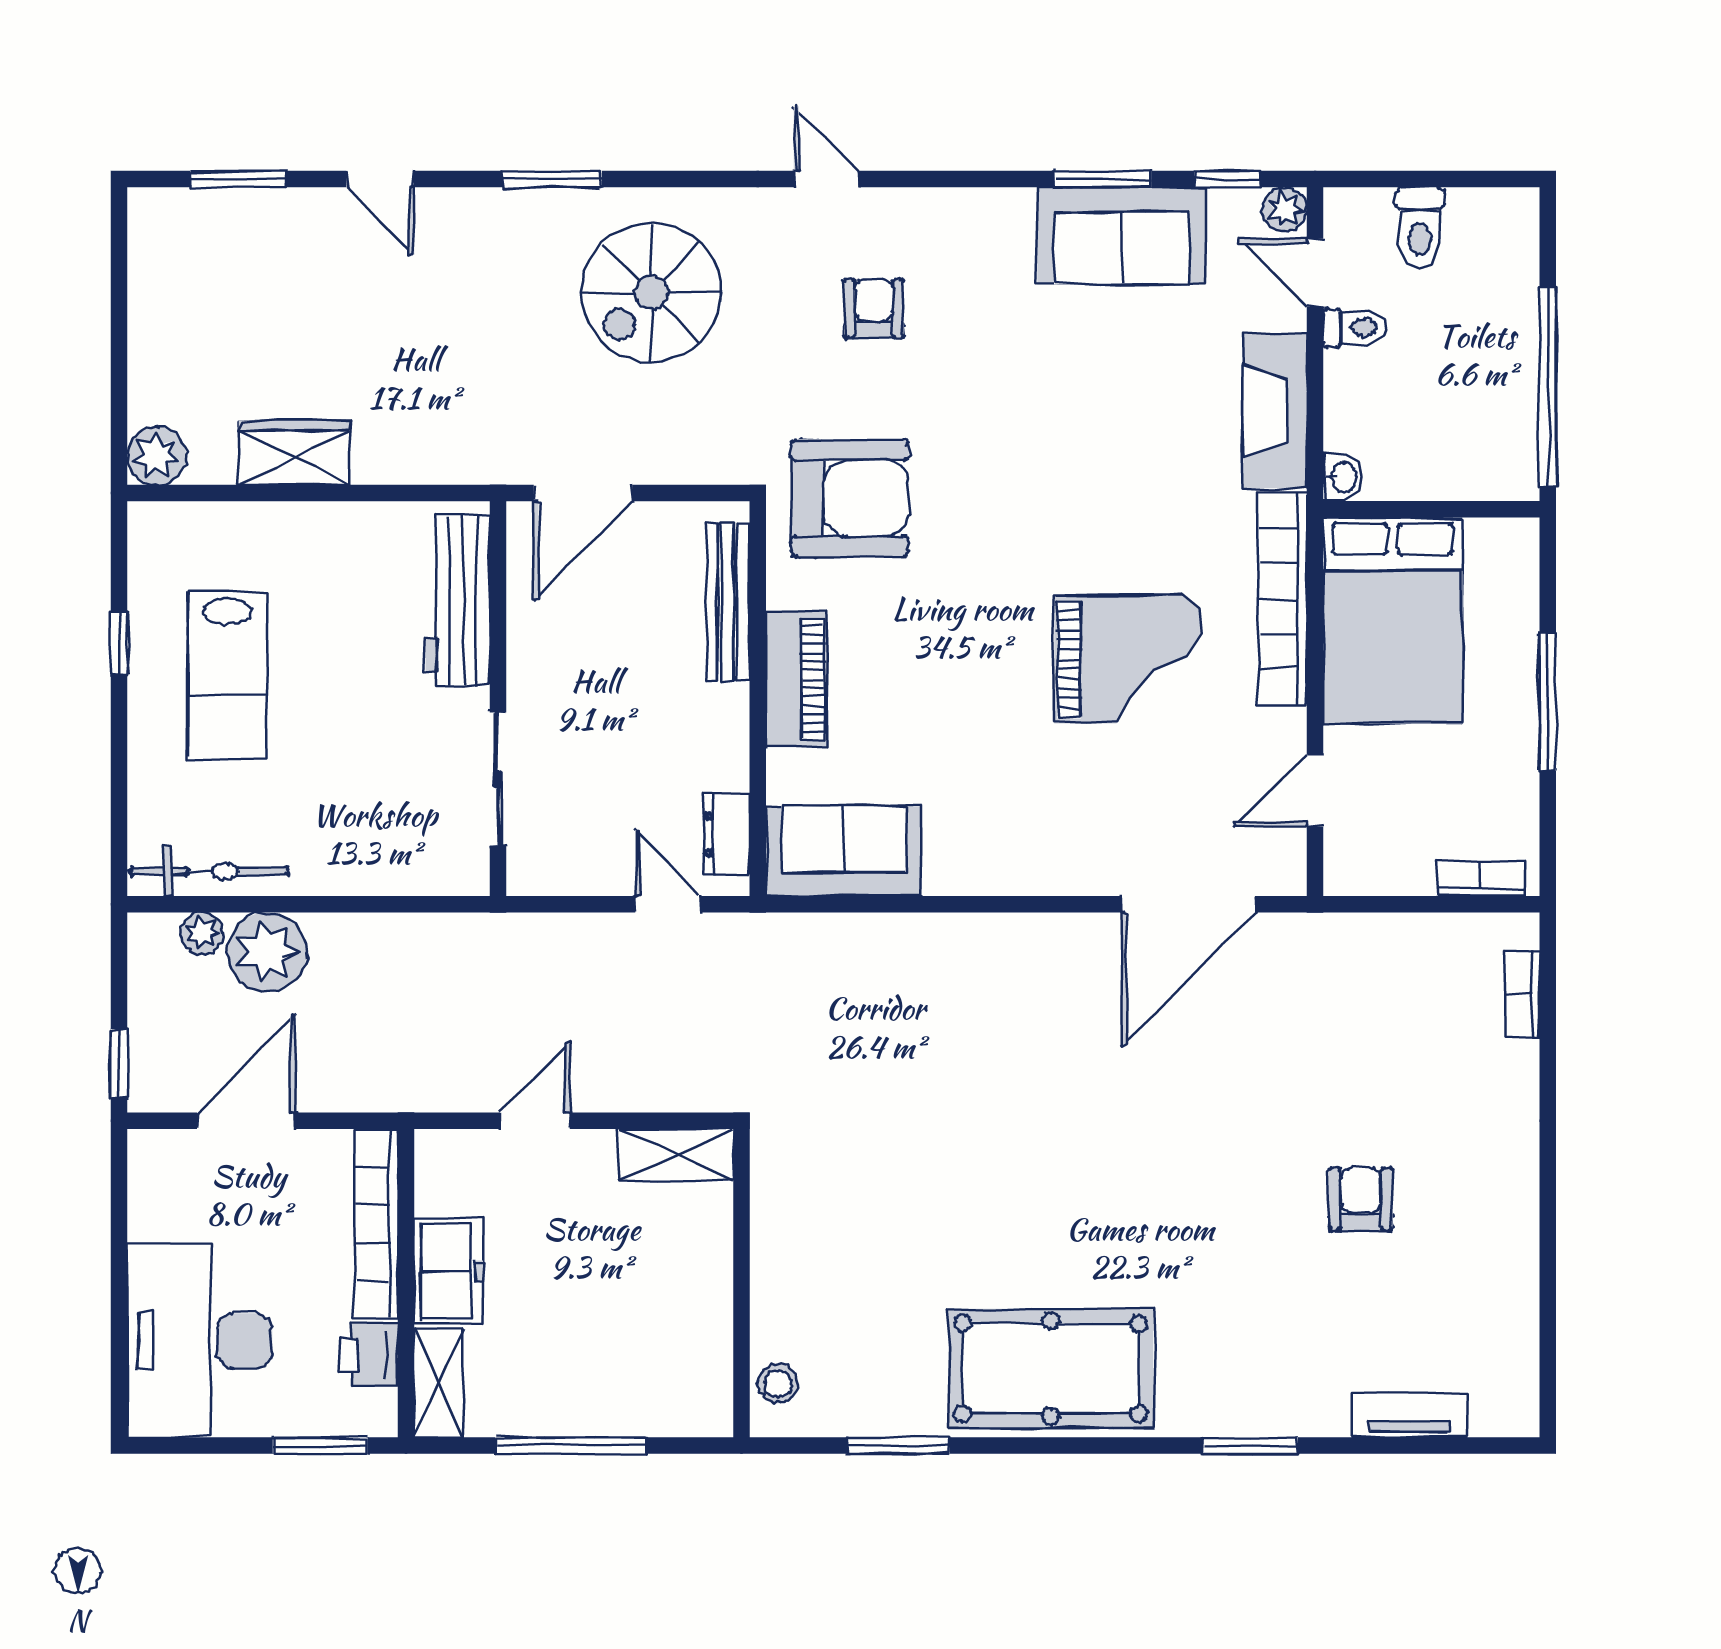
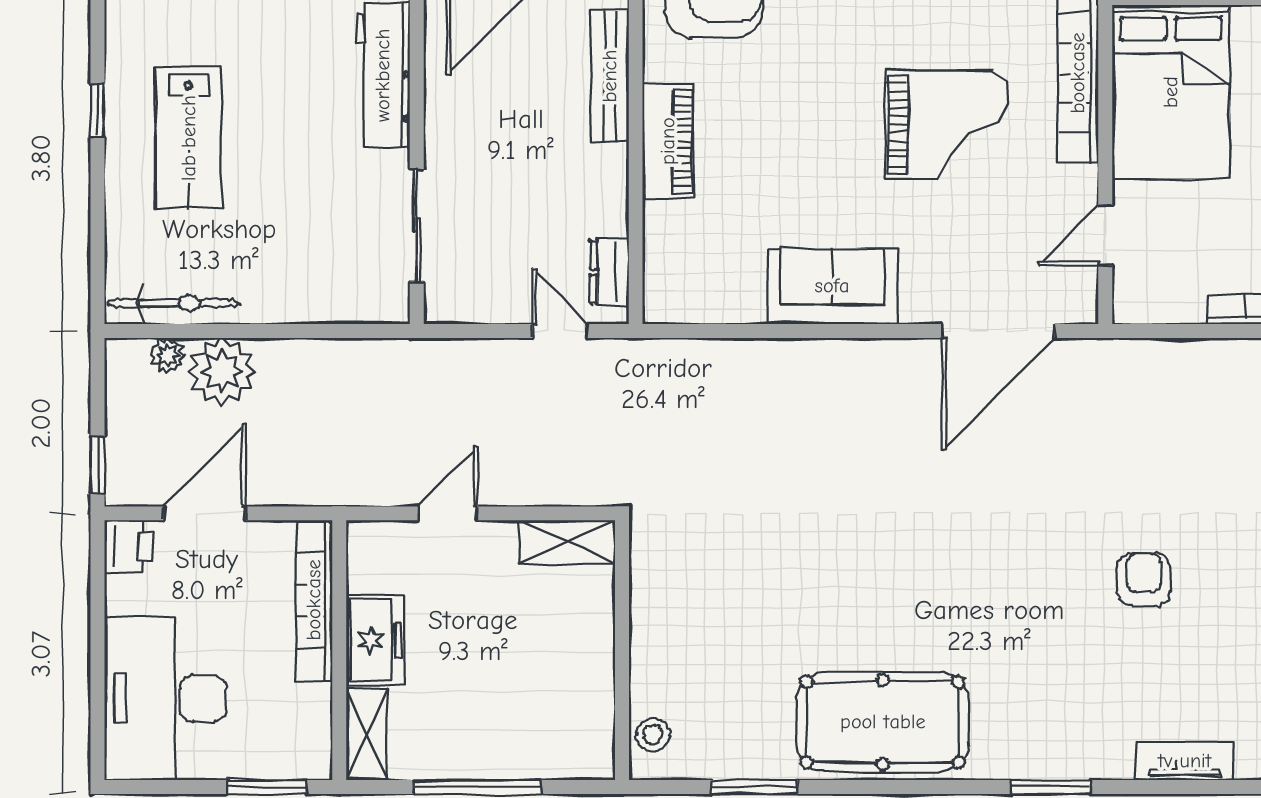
sofa: (844, 851) -> (832, 286), moved
printer: (369, 1355) -> (128, 547), moved, turned 180

